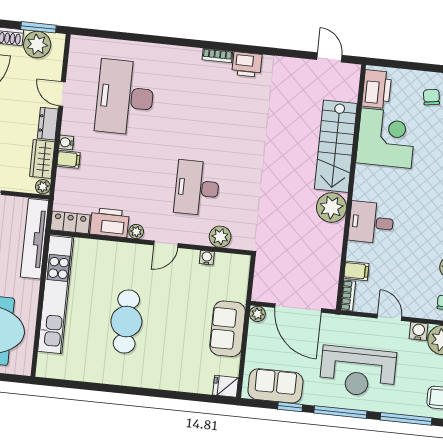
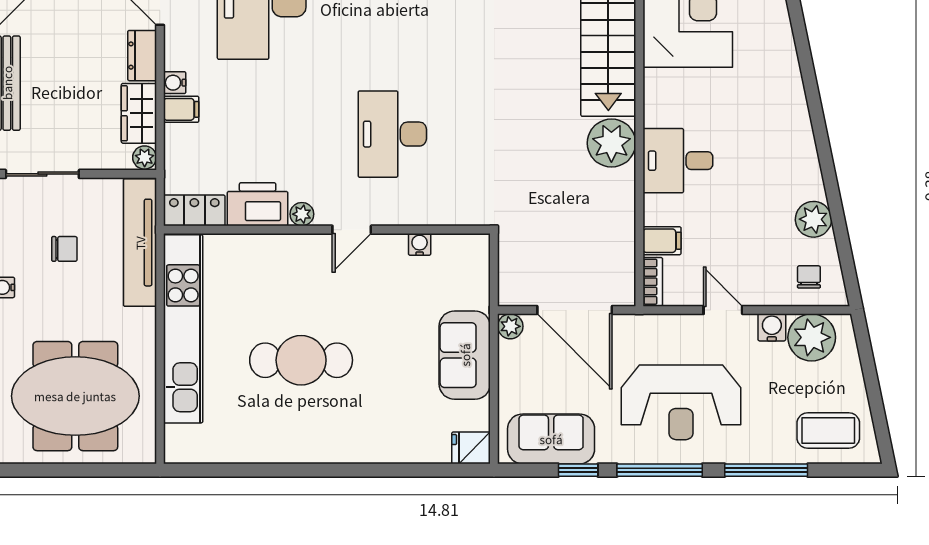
plant: (220, 237) -> (437, 209), removed
cafe table: (126, 321) -> (301, 360), turned 90

